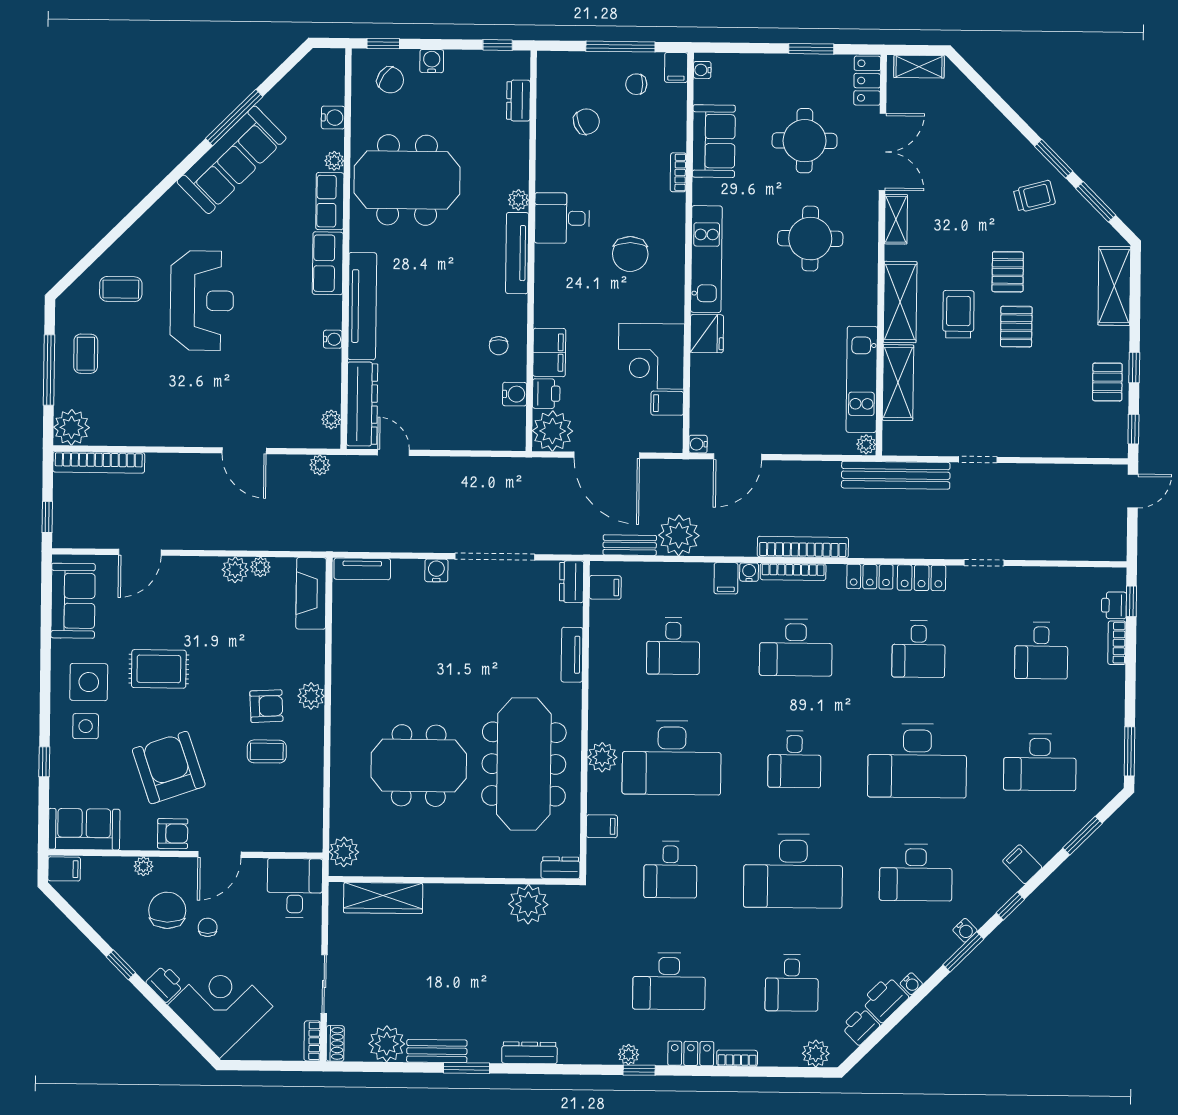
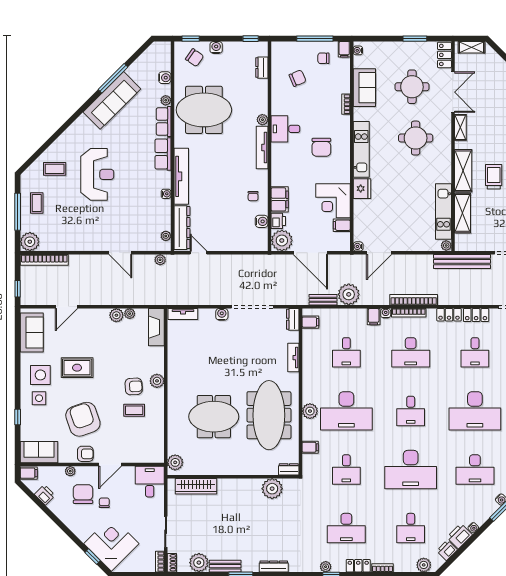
window: (121, 965) -> (93, 557), moved
printer: (165, 983) -> (45, 495), moved

